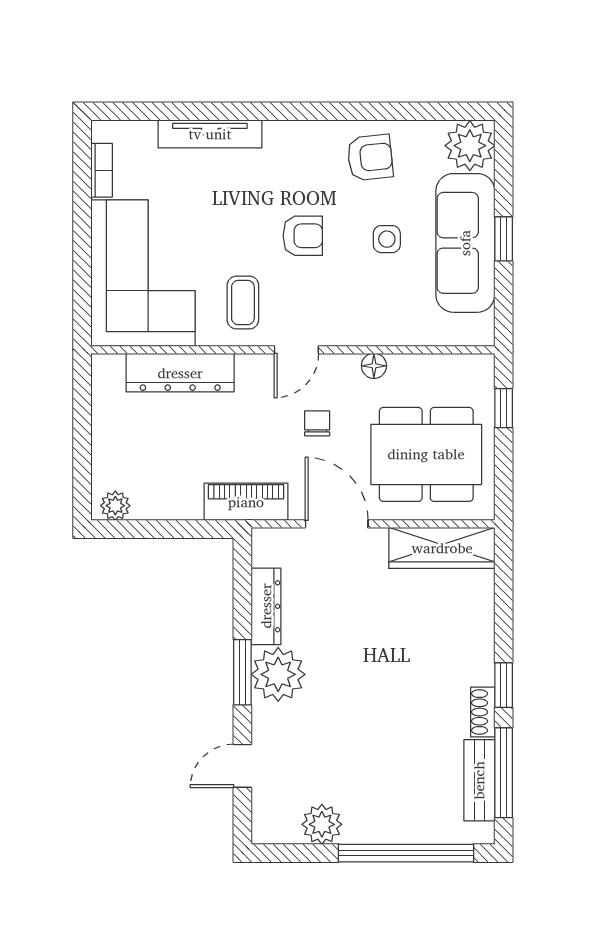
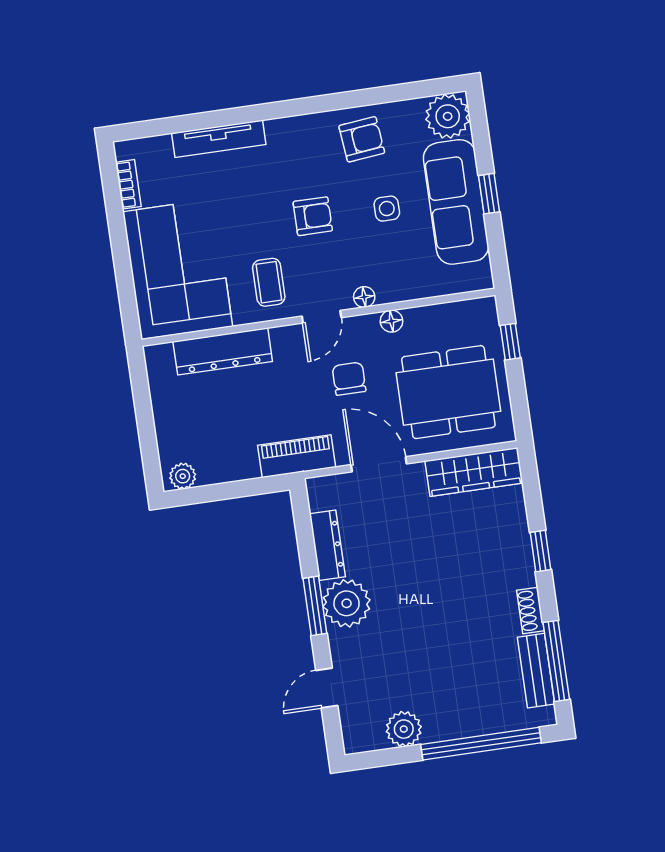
floor lamp: (347, 334) -> (364, 297), added
chair: (317, 423) -> (349, 379), width x1.37, depth x1.37
window: (504, 685) -> (540, 551), moved

